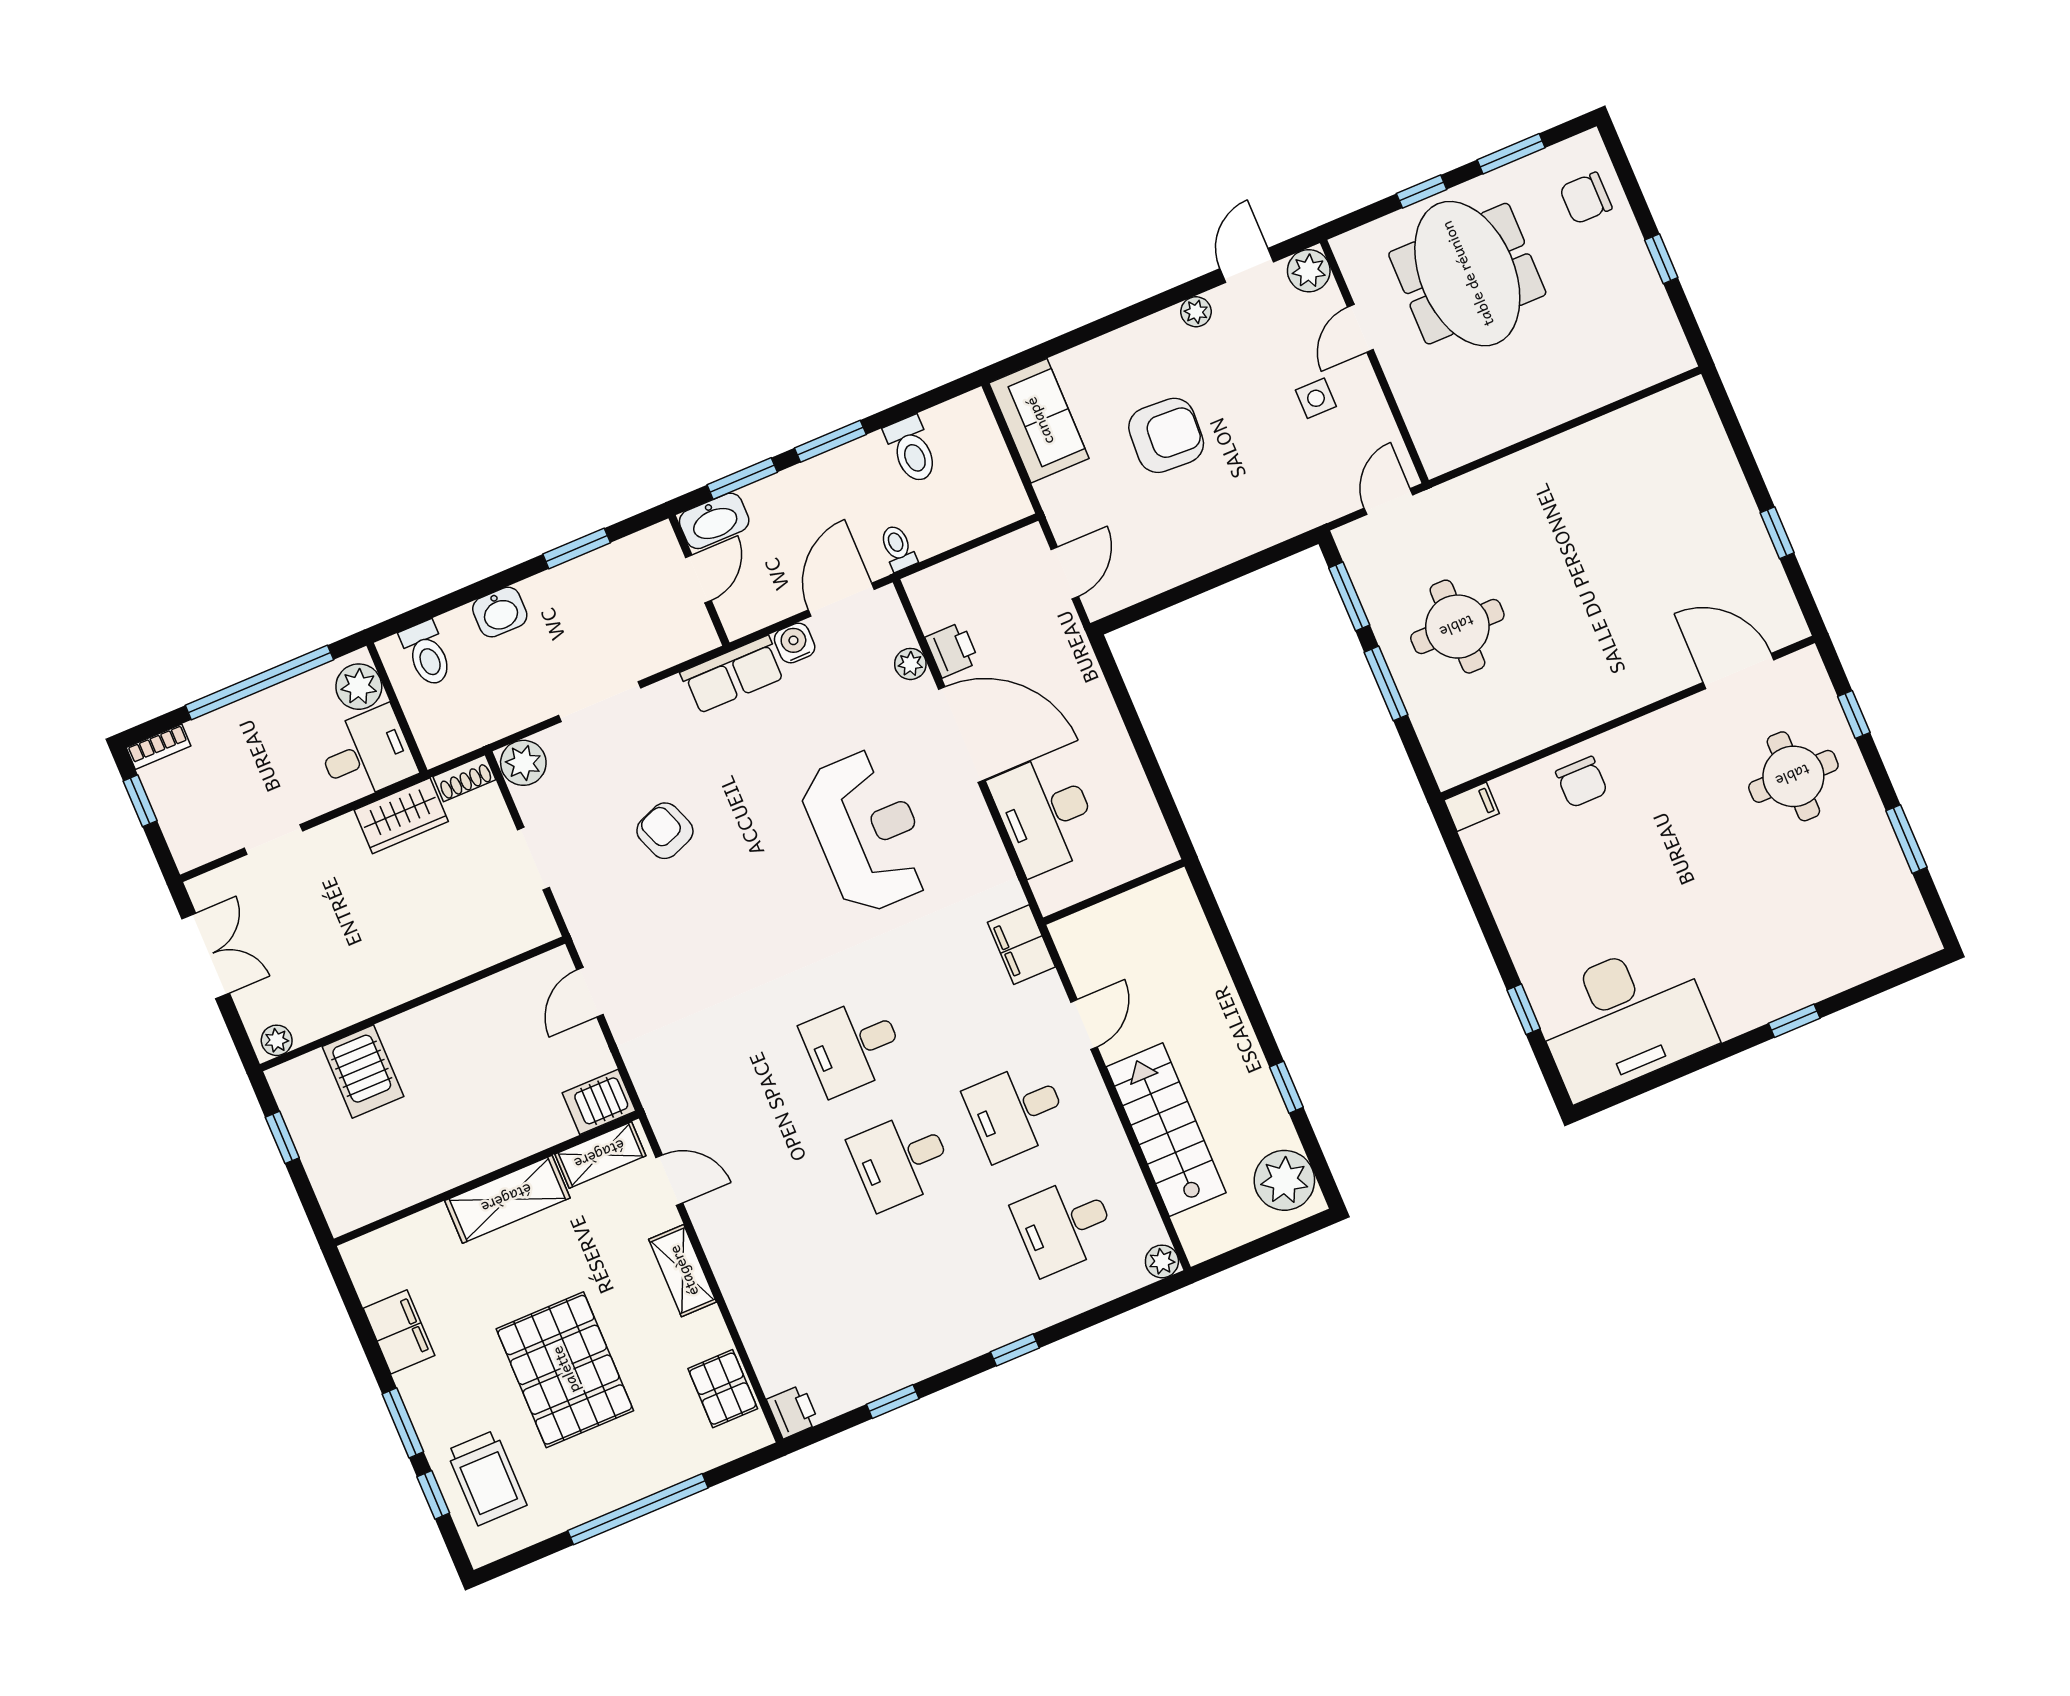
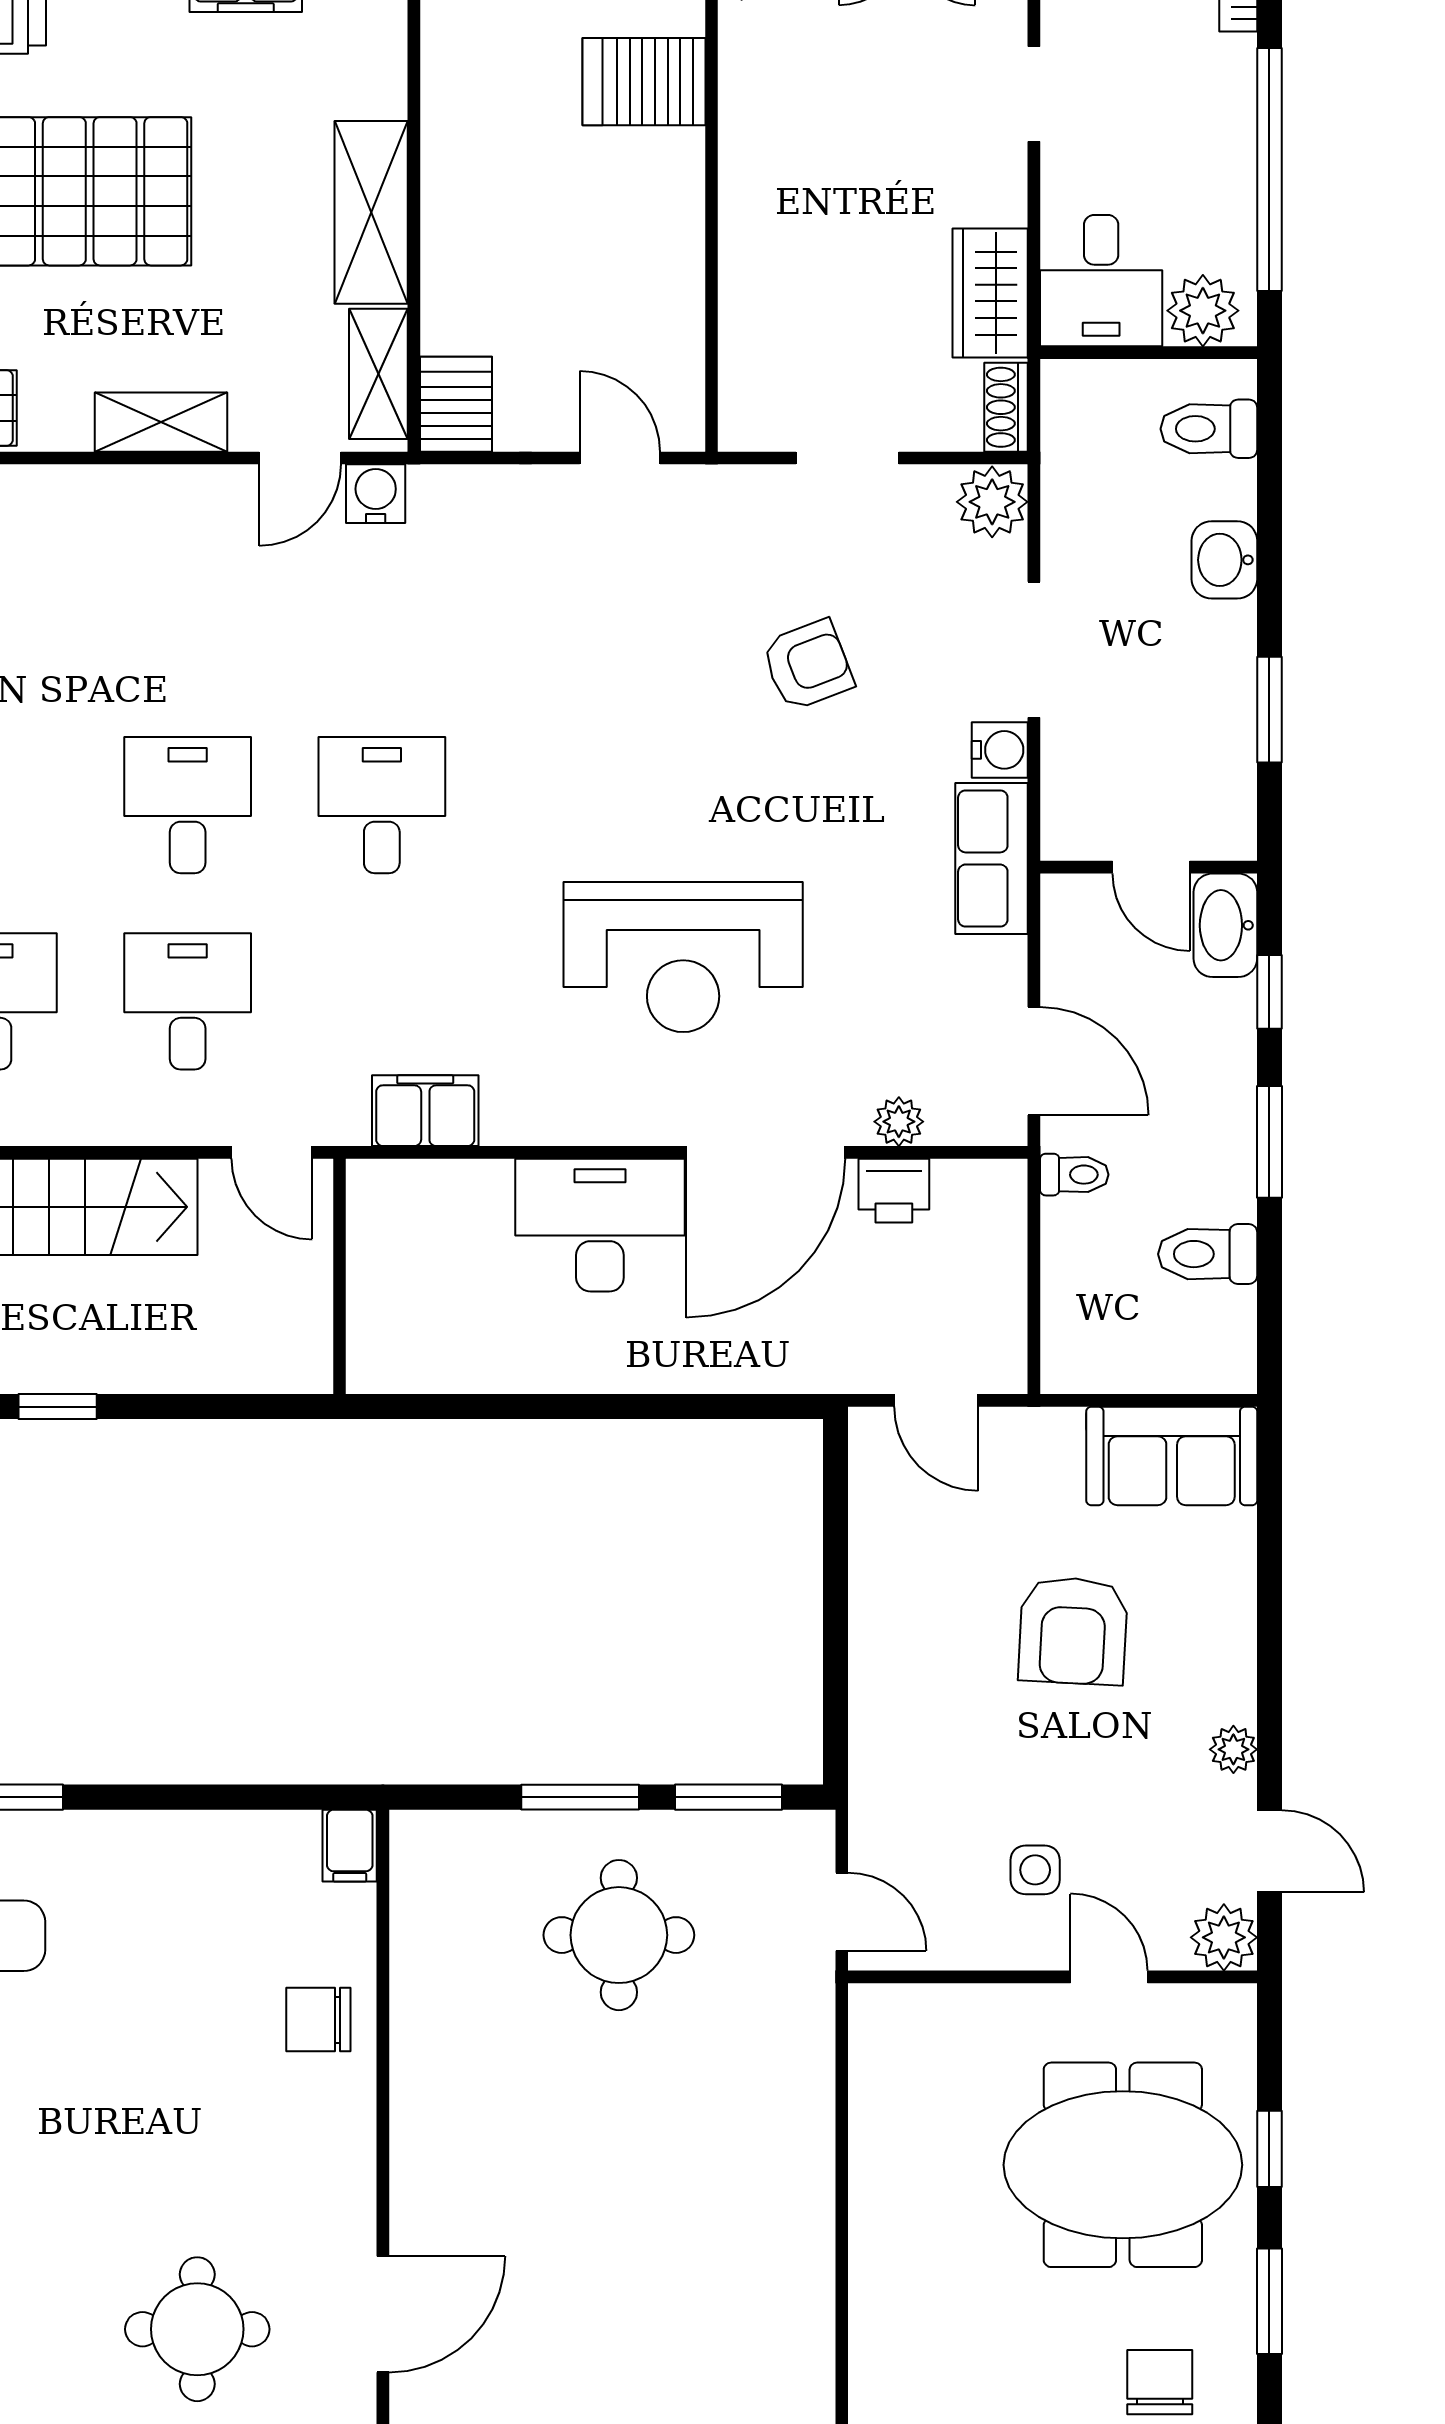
window: (742, 478) -> (1269, 992), width x0.67
water cooler: (795, 643) -> (1000, 750), moved
wall: (1114, 892) -> (340, 1276), moved
water cooler: (671, 1127) -> (376, 494), added

